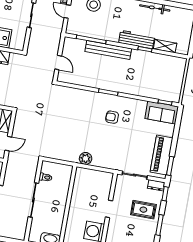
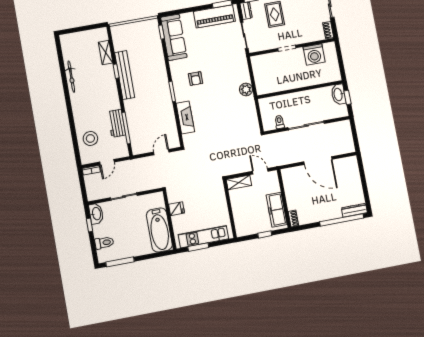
workbench: (137, 39) -> (117, 123), moved, width x0.73
bench: (108, 50) -> (125, 75), moved
fireplace: (81, 95) -> (185, 117), added
sofa: (162, 113) -> (174, 37), width x1.36

